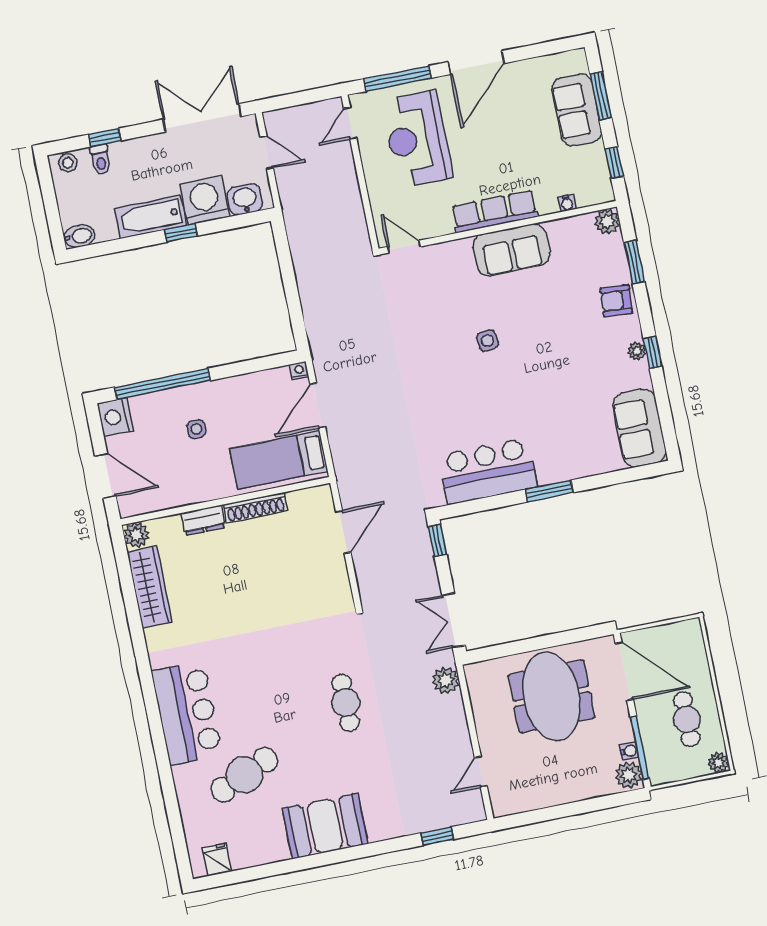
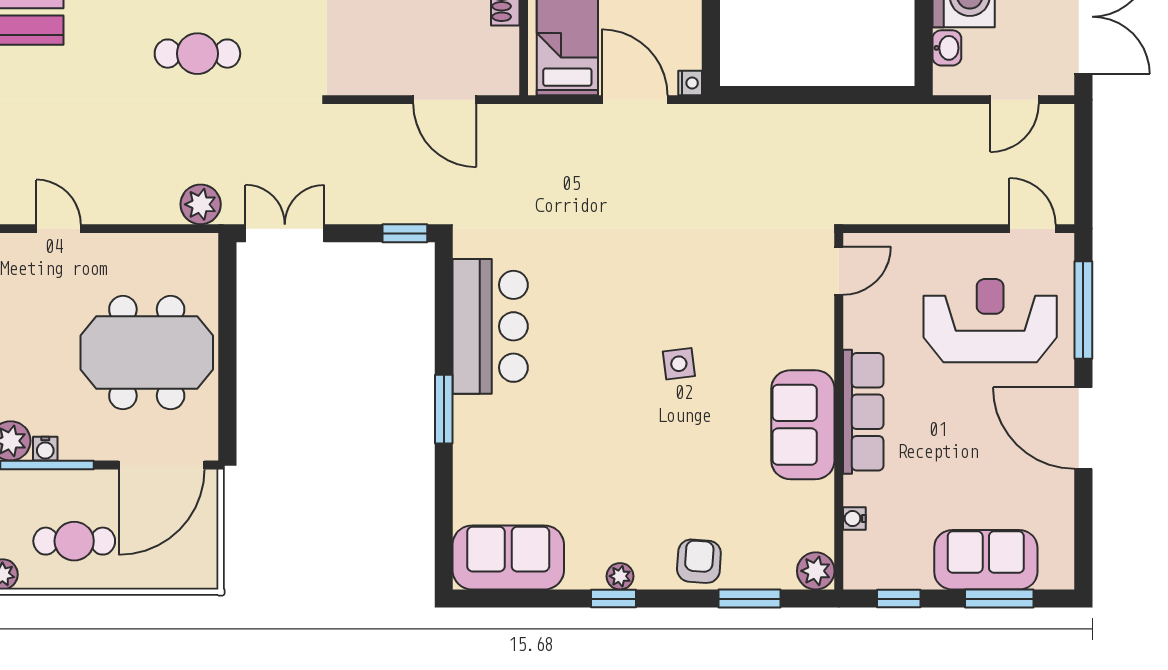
washbasin: (245, 199) -> (947, 48), width x0.72, depth x0.69

